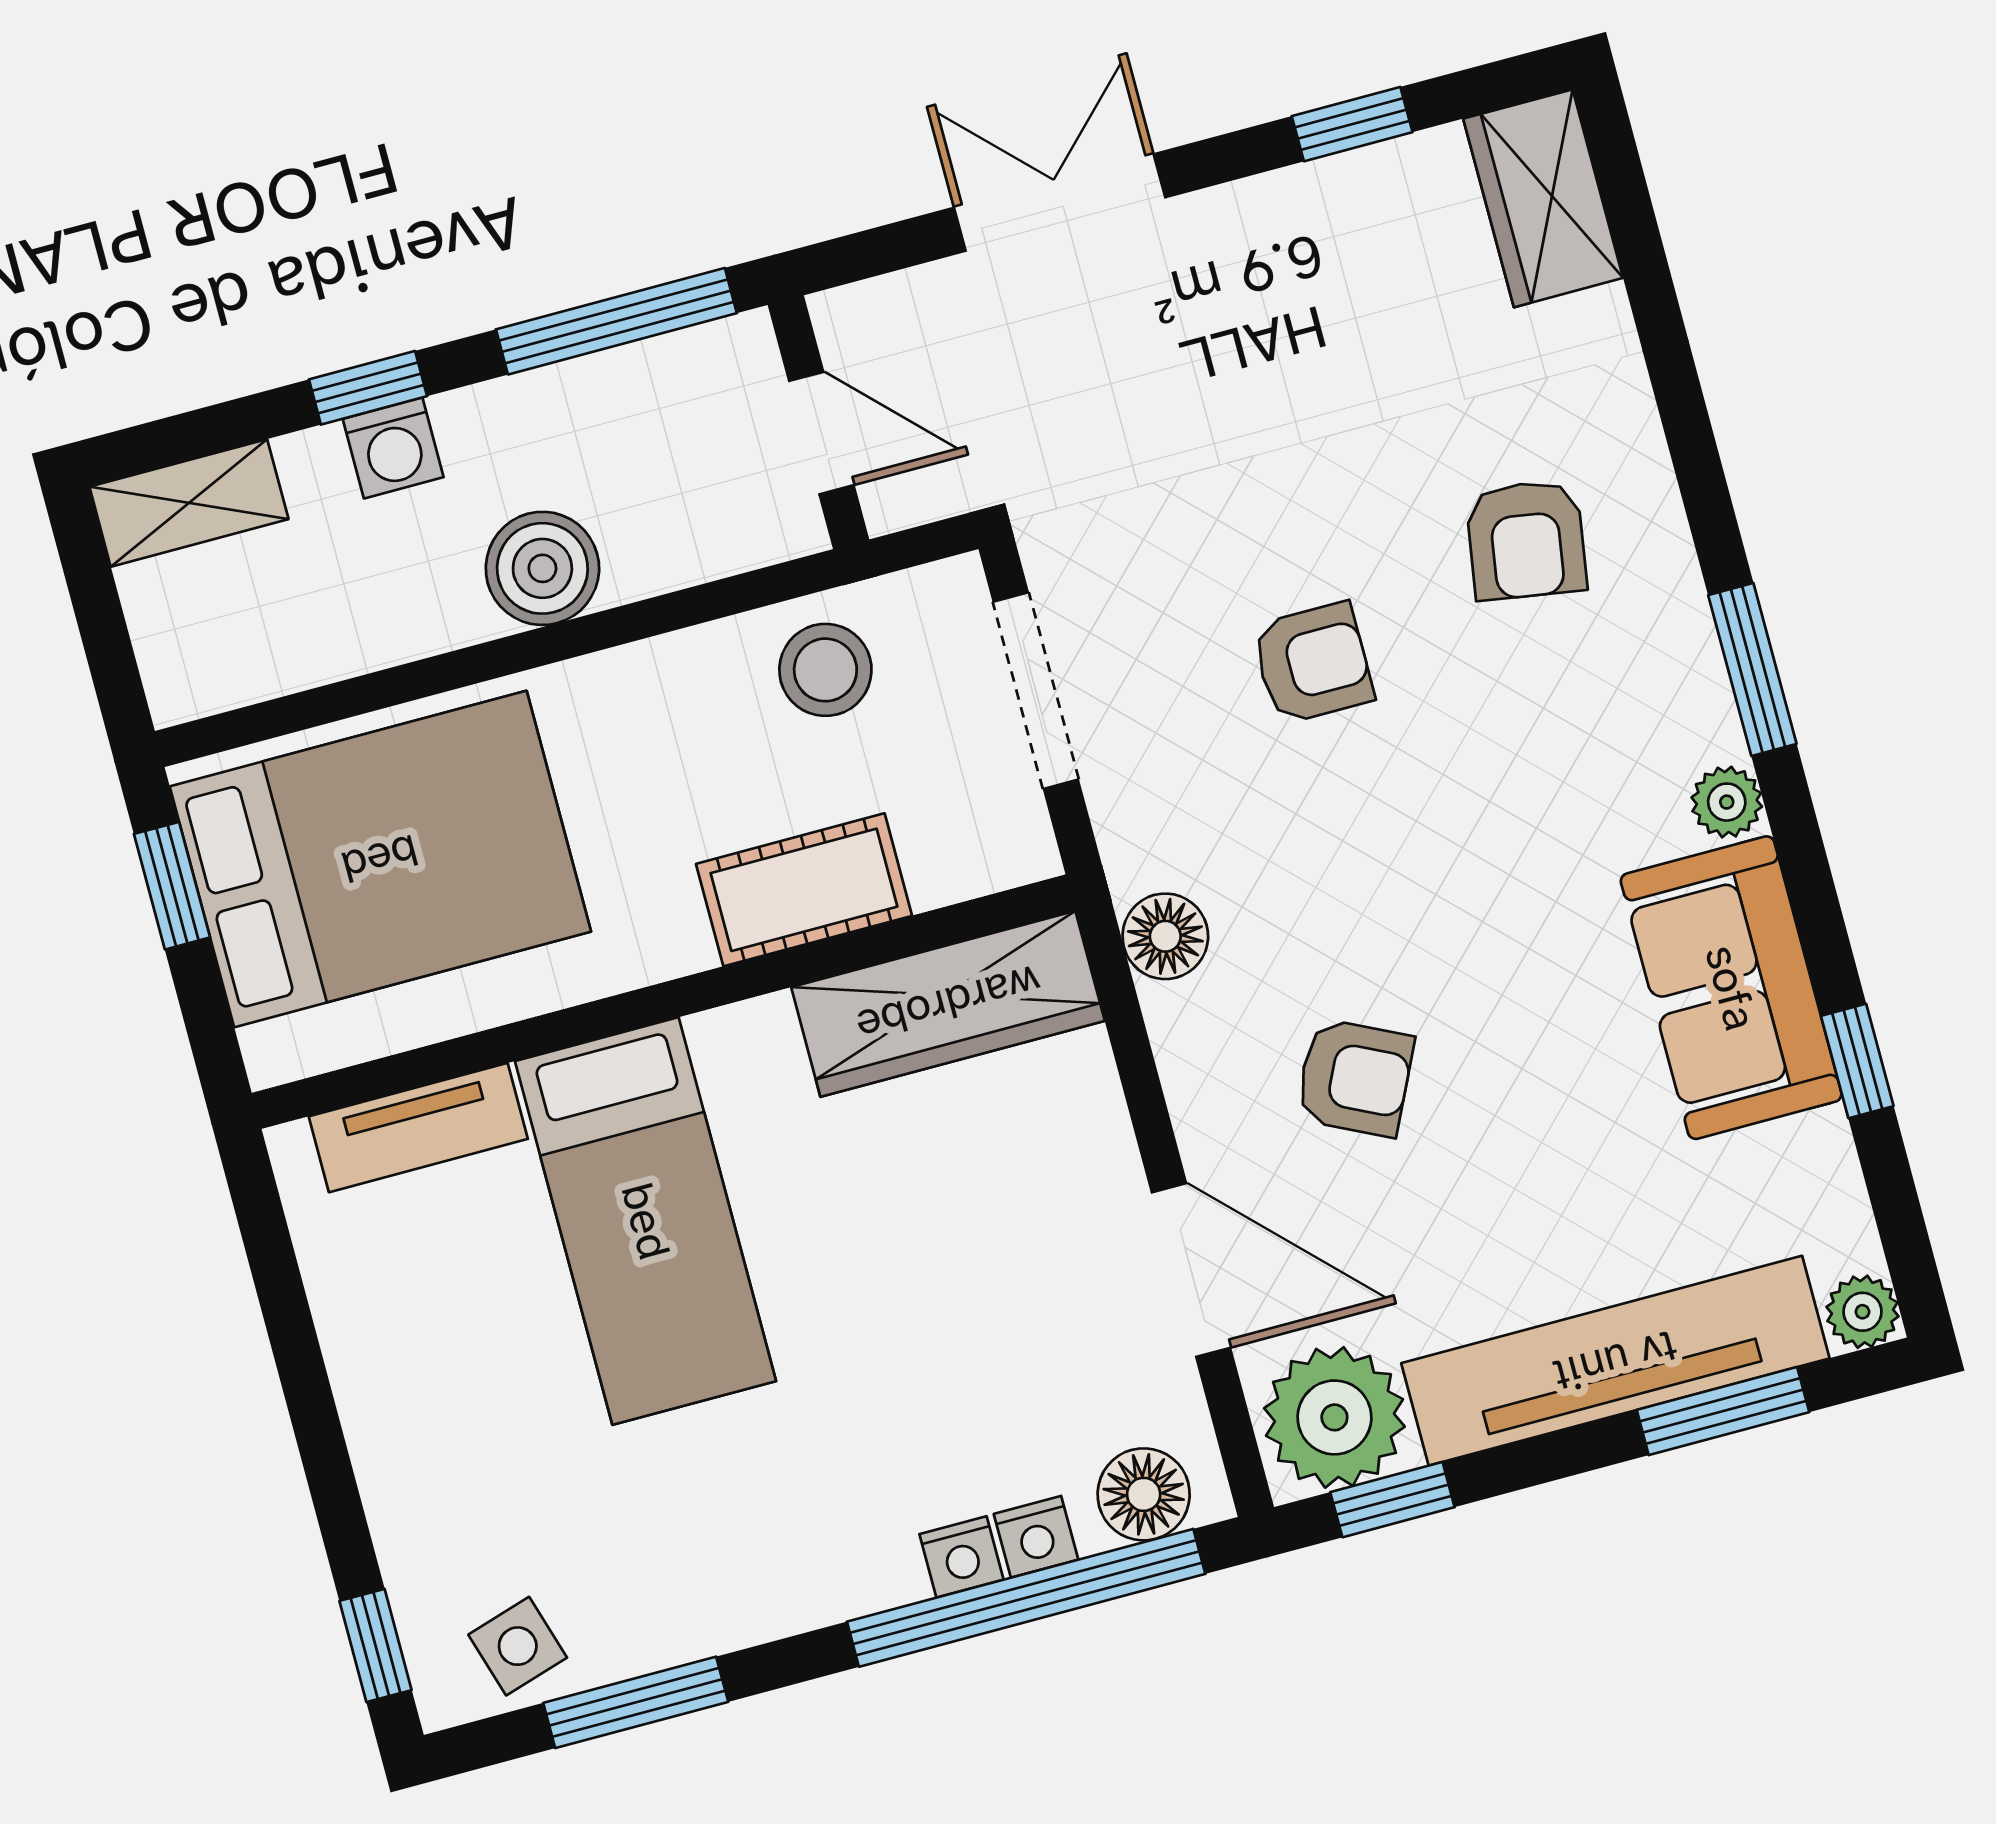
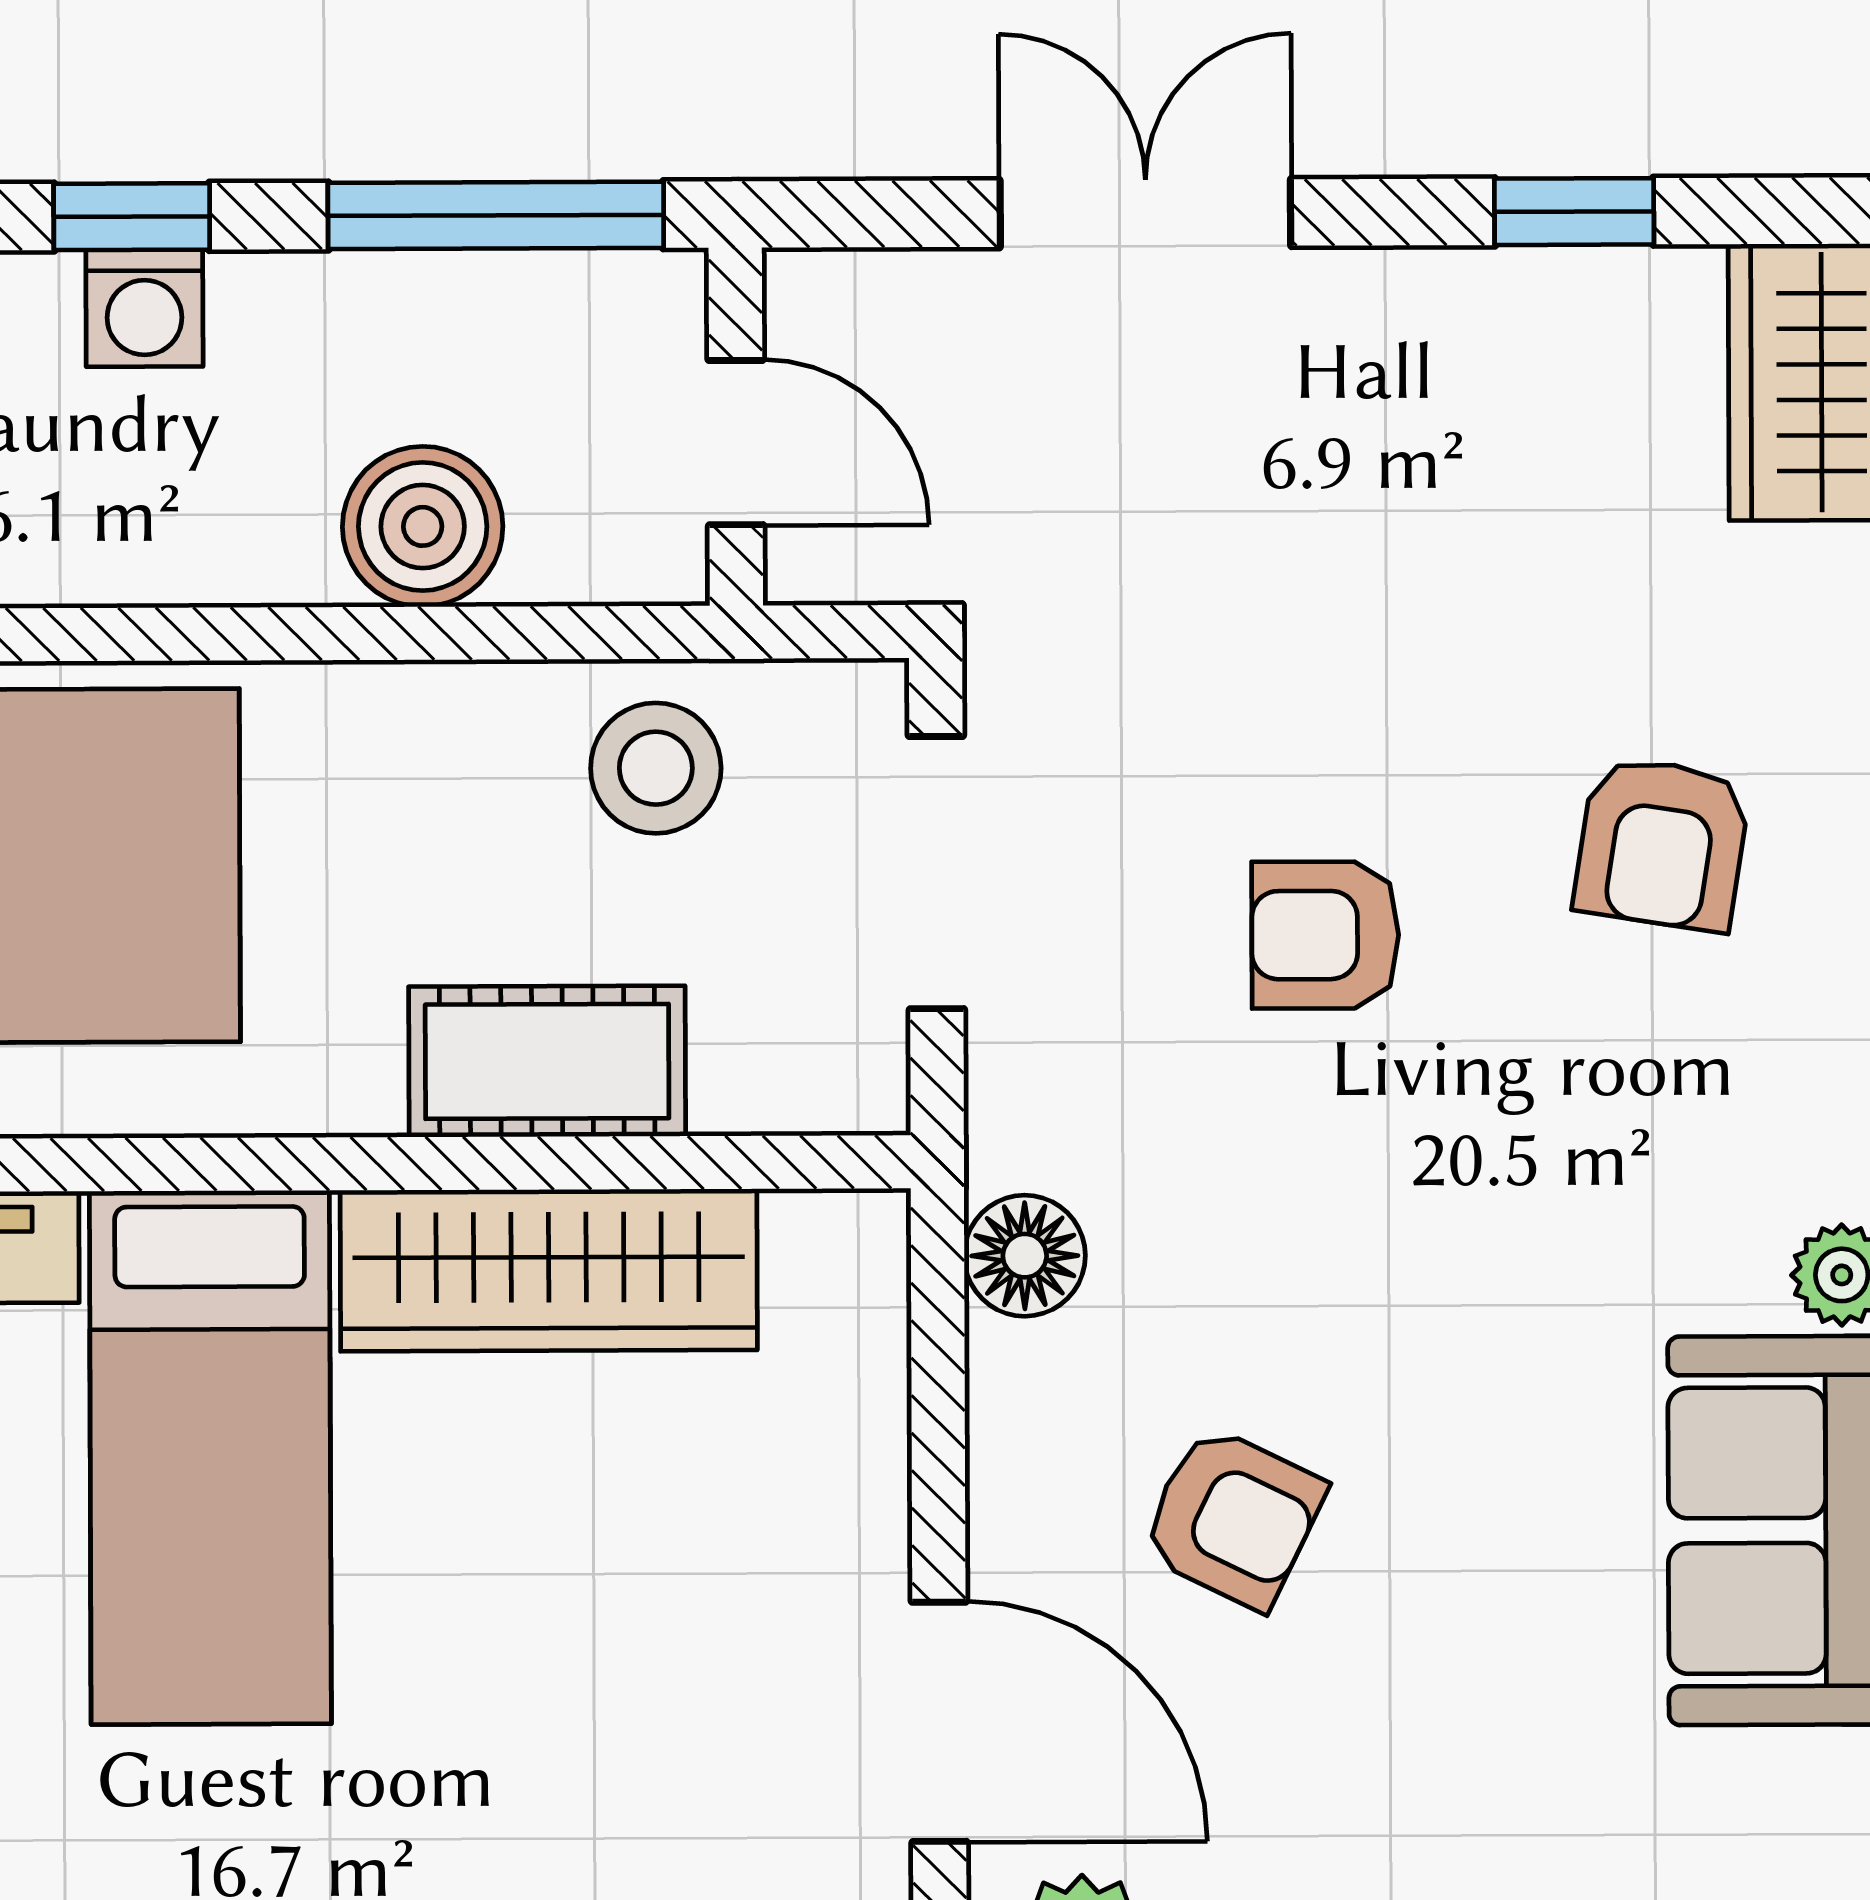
boiler: (542, 568) -> (423, 526), moved
armchair: (1313, 663) -> (1325, 935), turned 180
wardrobe: (948, 1004) -> (549, 1270), moved

